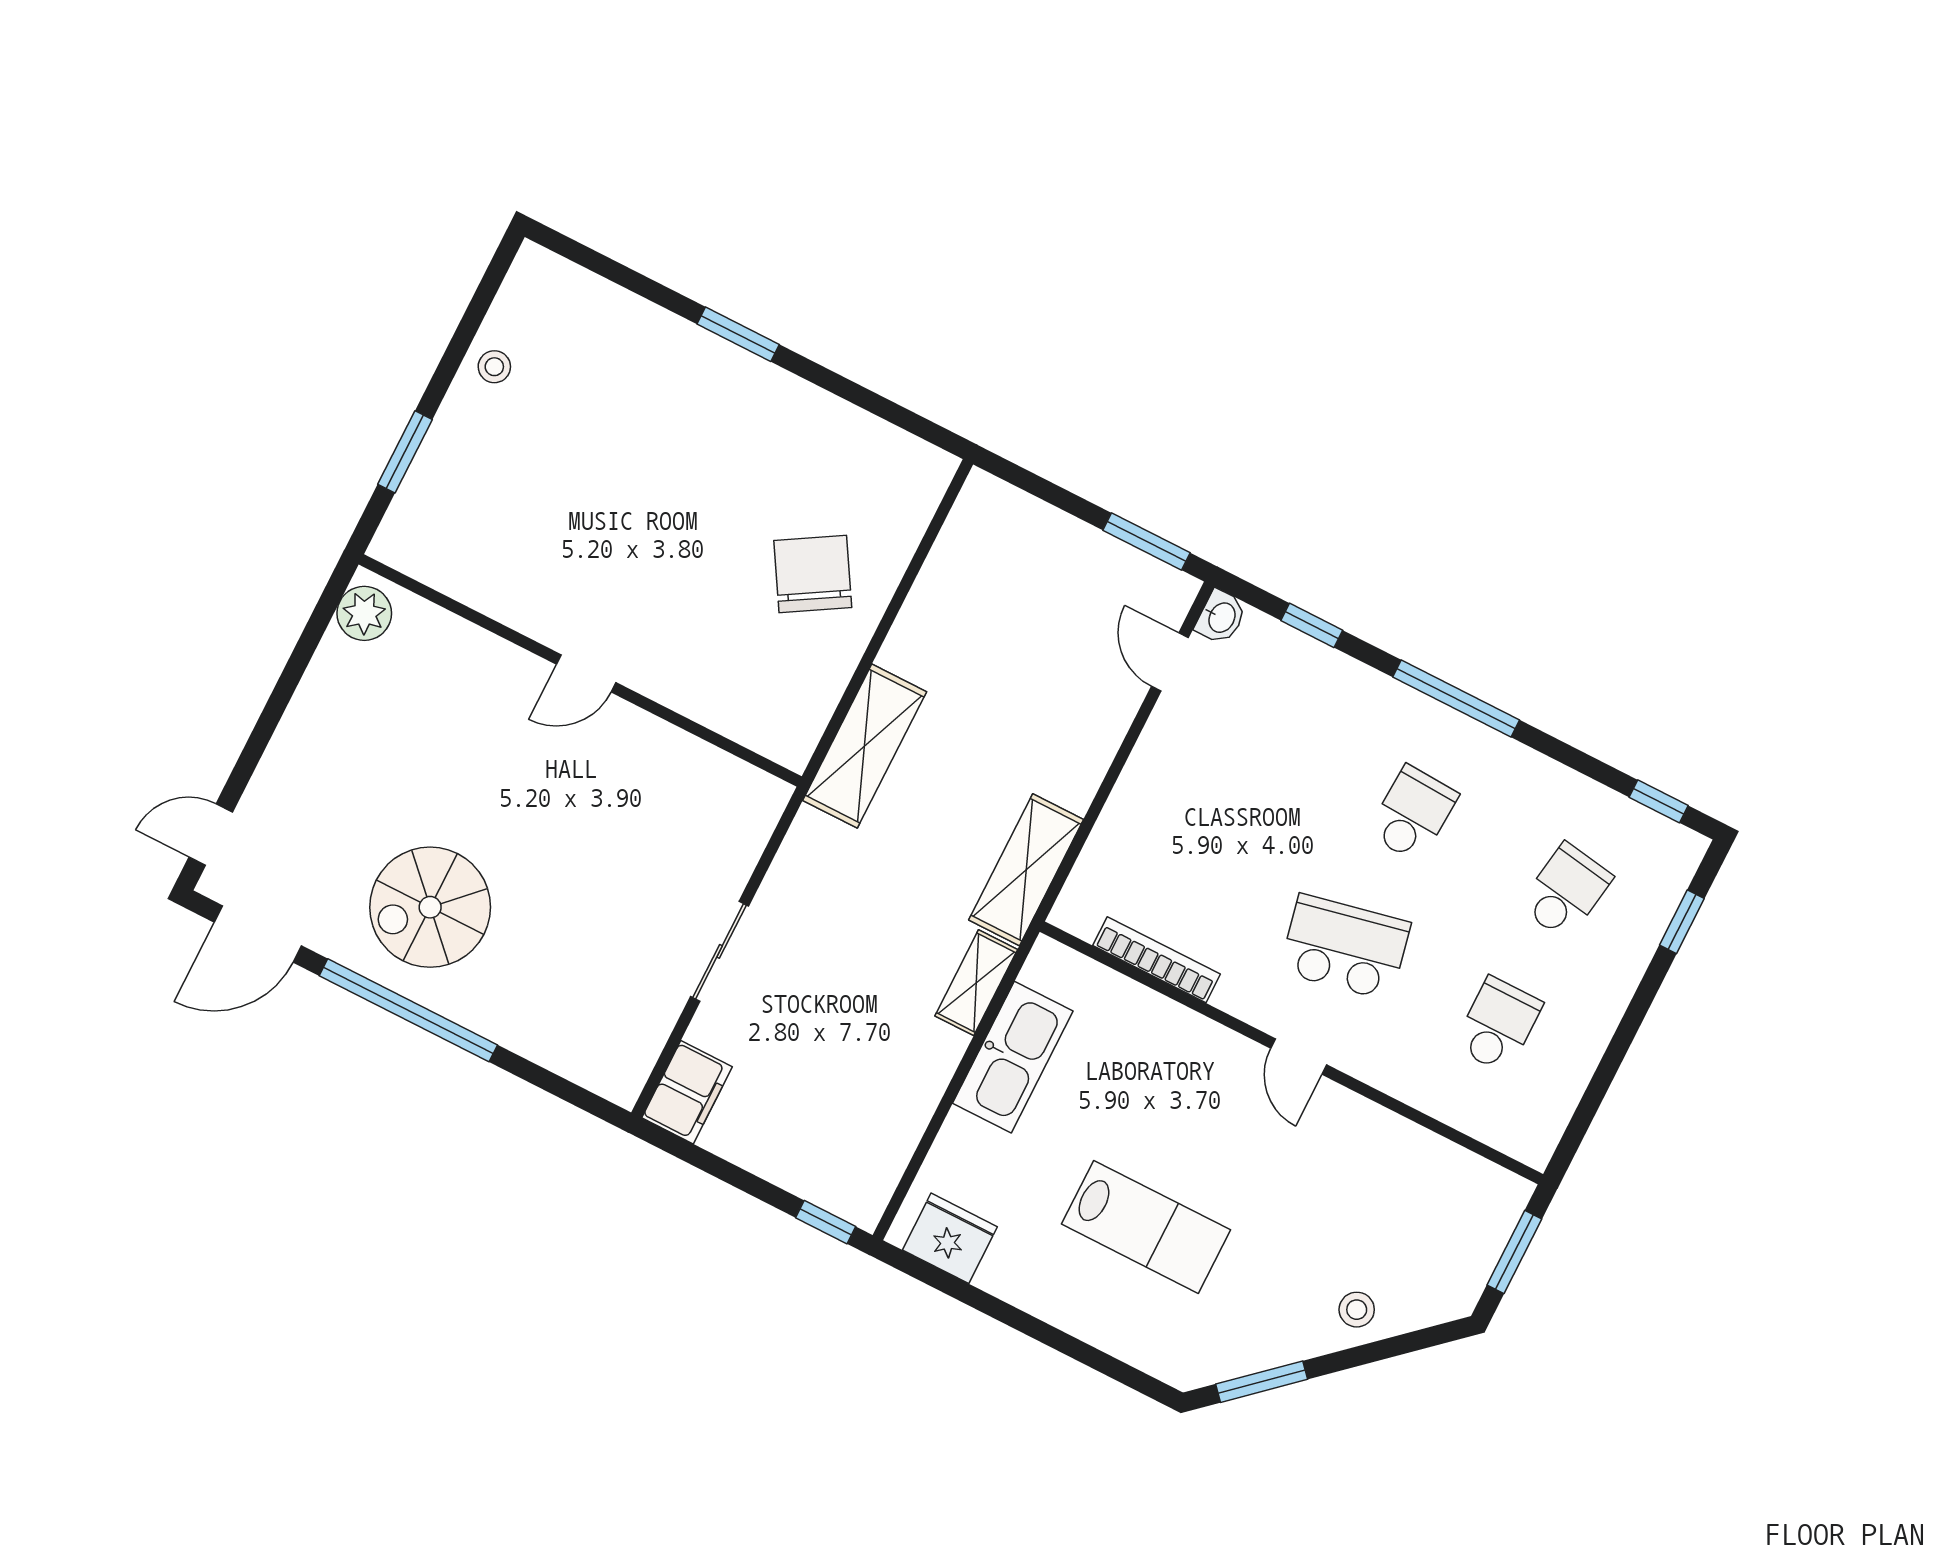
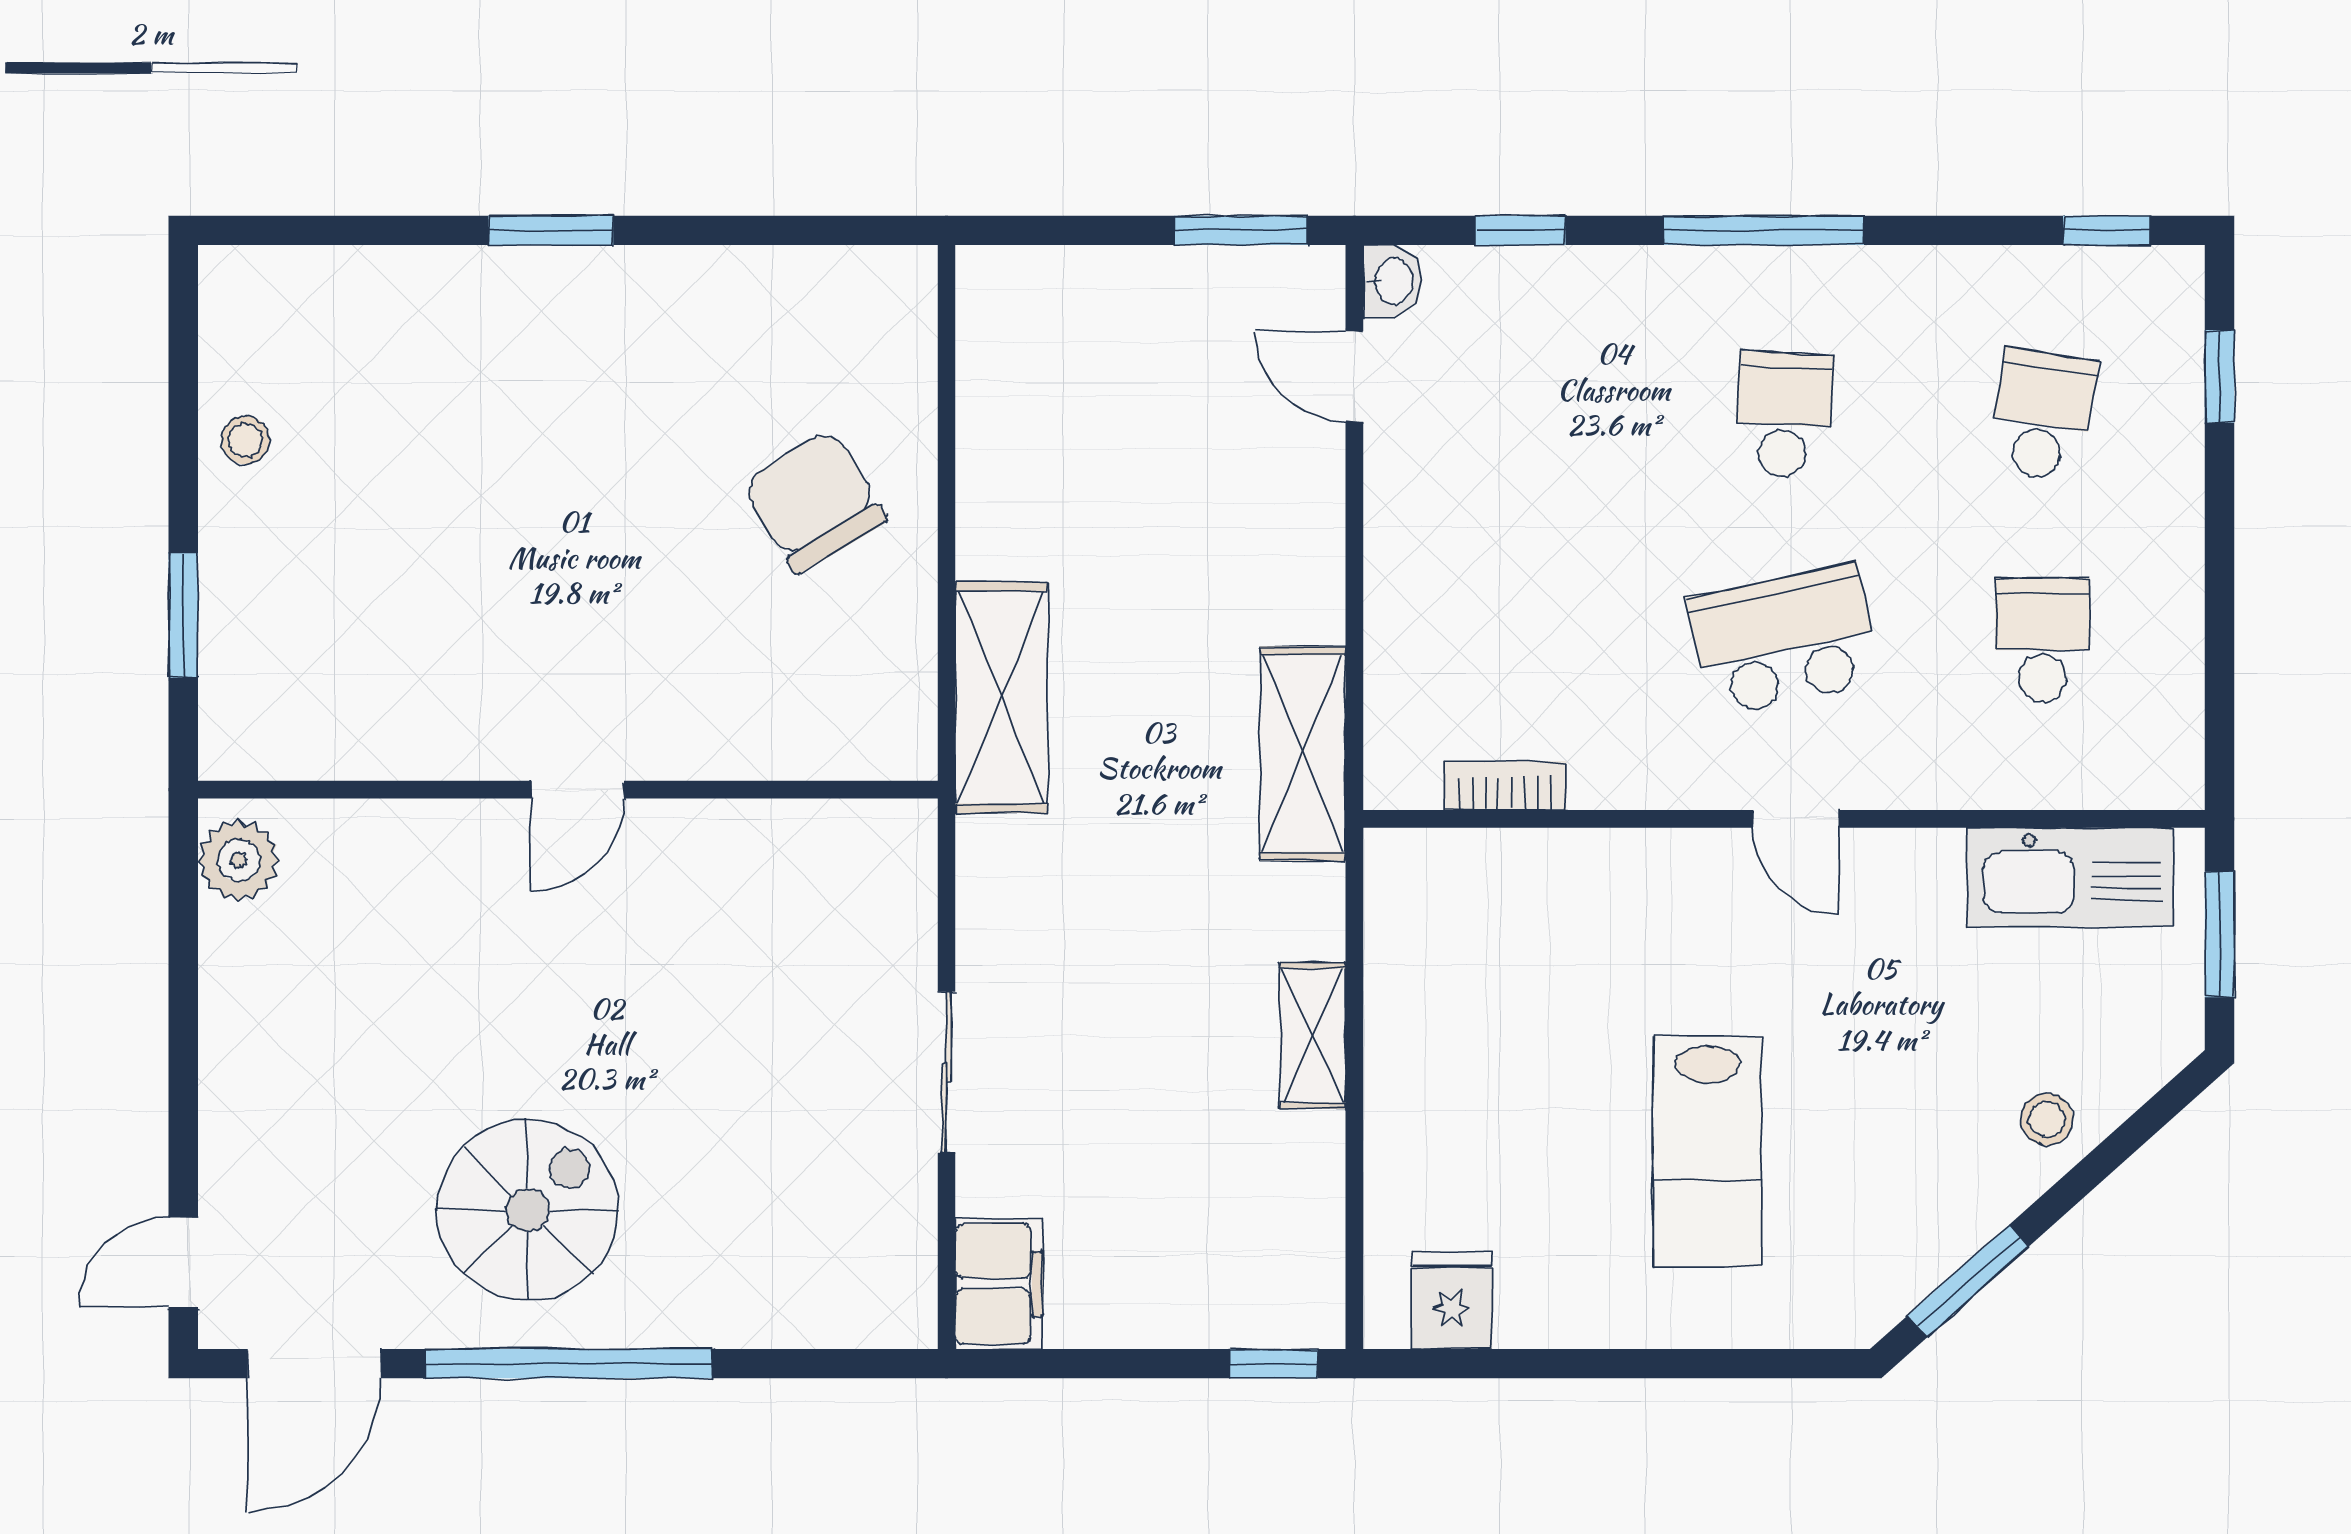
spiral stairs: (430, 907) -> (528, 1210), turned 180
bookcase: (1157, 960) -> (1505, 786), width x0.64
shelving: (976, 983) -> (1313, 1036), moved
kitchen sink: (1013, 1057) -> (2070, 877), moved, turned 90
lab bench: (1146, 1227) -> (1707, 1152), turned 90
fridge: (950, 1238) -> (1452, 1301), width x0.72

